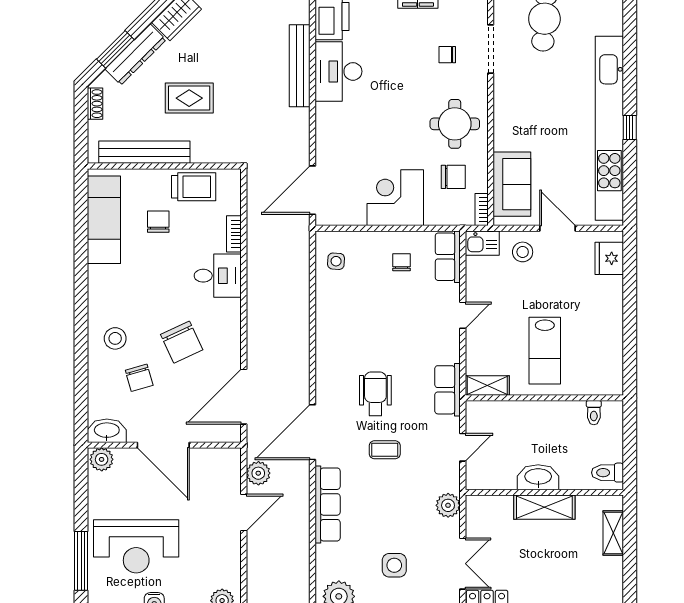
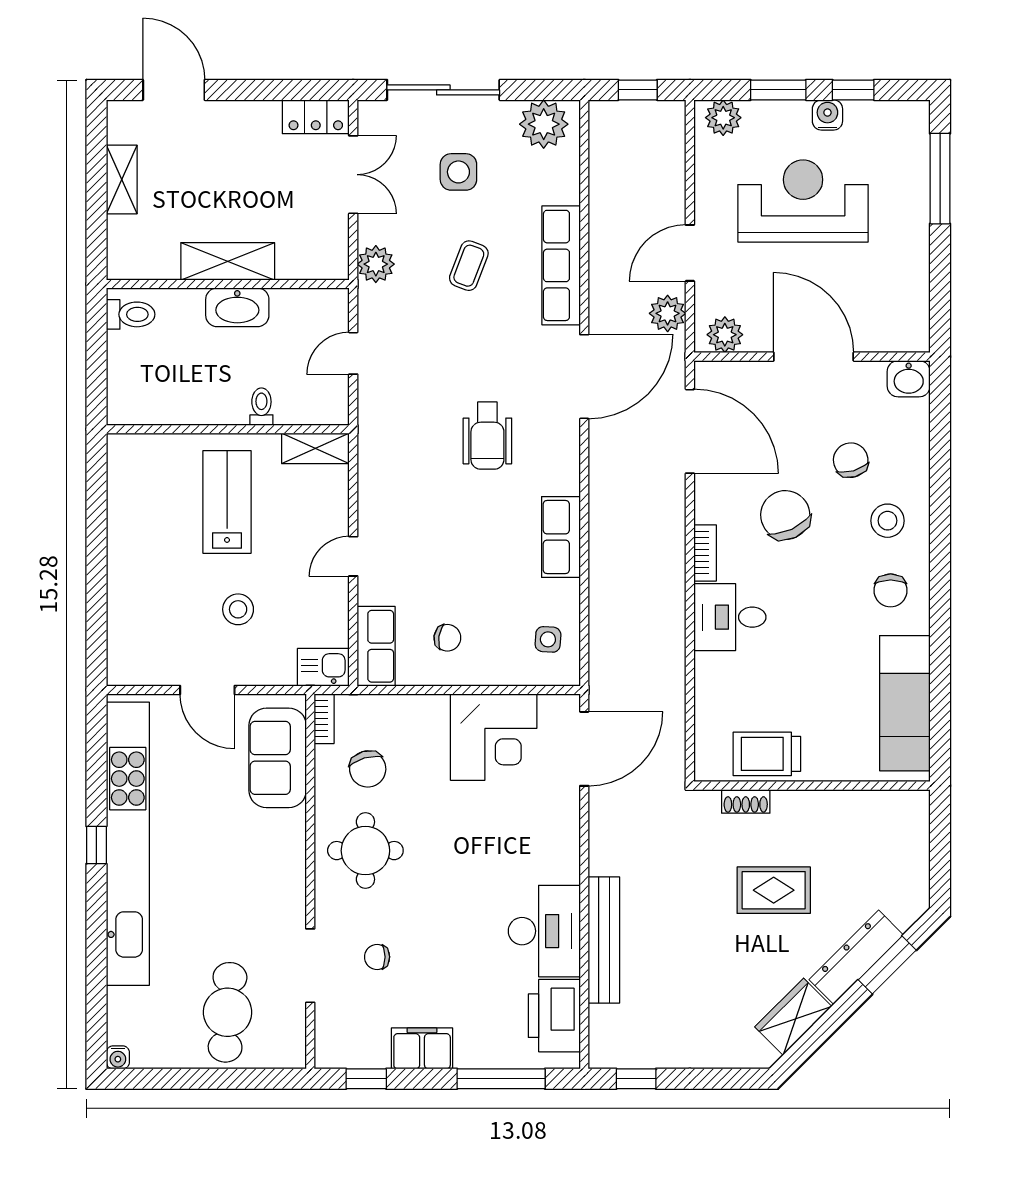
chair: (447, 55) -> (377, 957), turned 180
shoe rack: (95, 104) -> (746, 801), moved, turned -90
bench: (144, 152) -> (842, 807), removed
chair: (453, 177) -> (368, 769), turned -106
corner desk: (395, 198) -> (494, 737), moved
chair: (158, 222) -> (891, 590), moved
bookcase: (234, 234) -> (705, 553), moved
stool: (523, 252) -> (238, 609), moved
fridge: (609, 258) -> (128, 644), removed
chair: (401, 262) -> (447, 638), turned -81
row of seats: (448, 390) -> (561, 537), moved, turned 180
door: (244, 397) -> (690, 431), hinge flipped
toilet: (594, 413) -> (261, 407), moved
washbasin: (107, 431) -> (909, 379), width x0.72
coffee table: (385, 450) -> (469, 266), moved, turned -69
plant: (102, 459) -> (725, 335), moved
shelving: (613, 533) -> (122, 180), moved
reception desk: (136, 546) -> (803, 201), moved
double door: (463, 564) -> (353, 175), swing flipped

